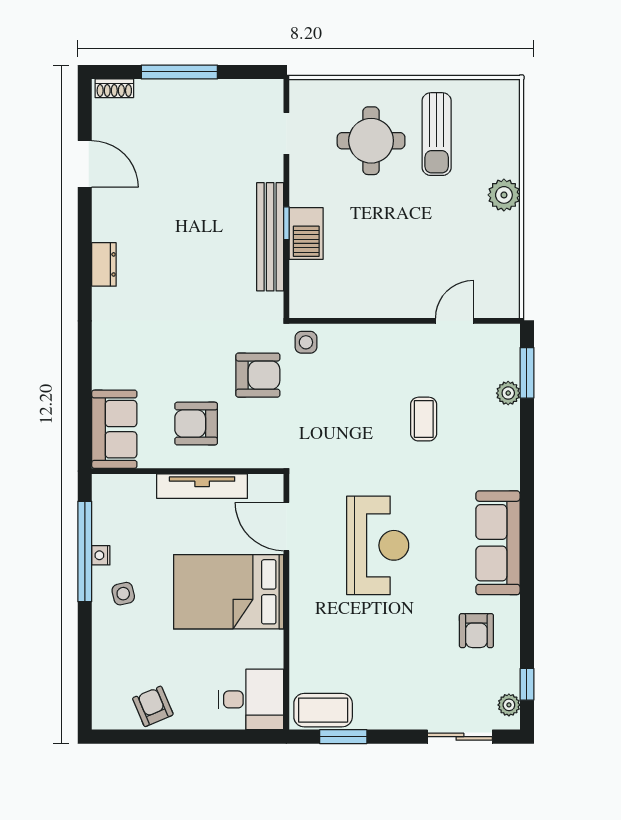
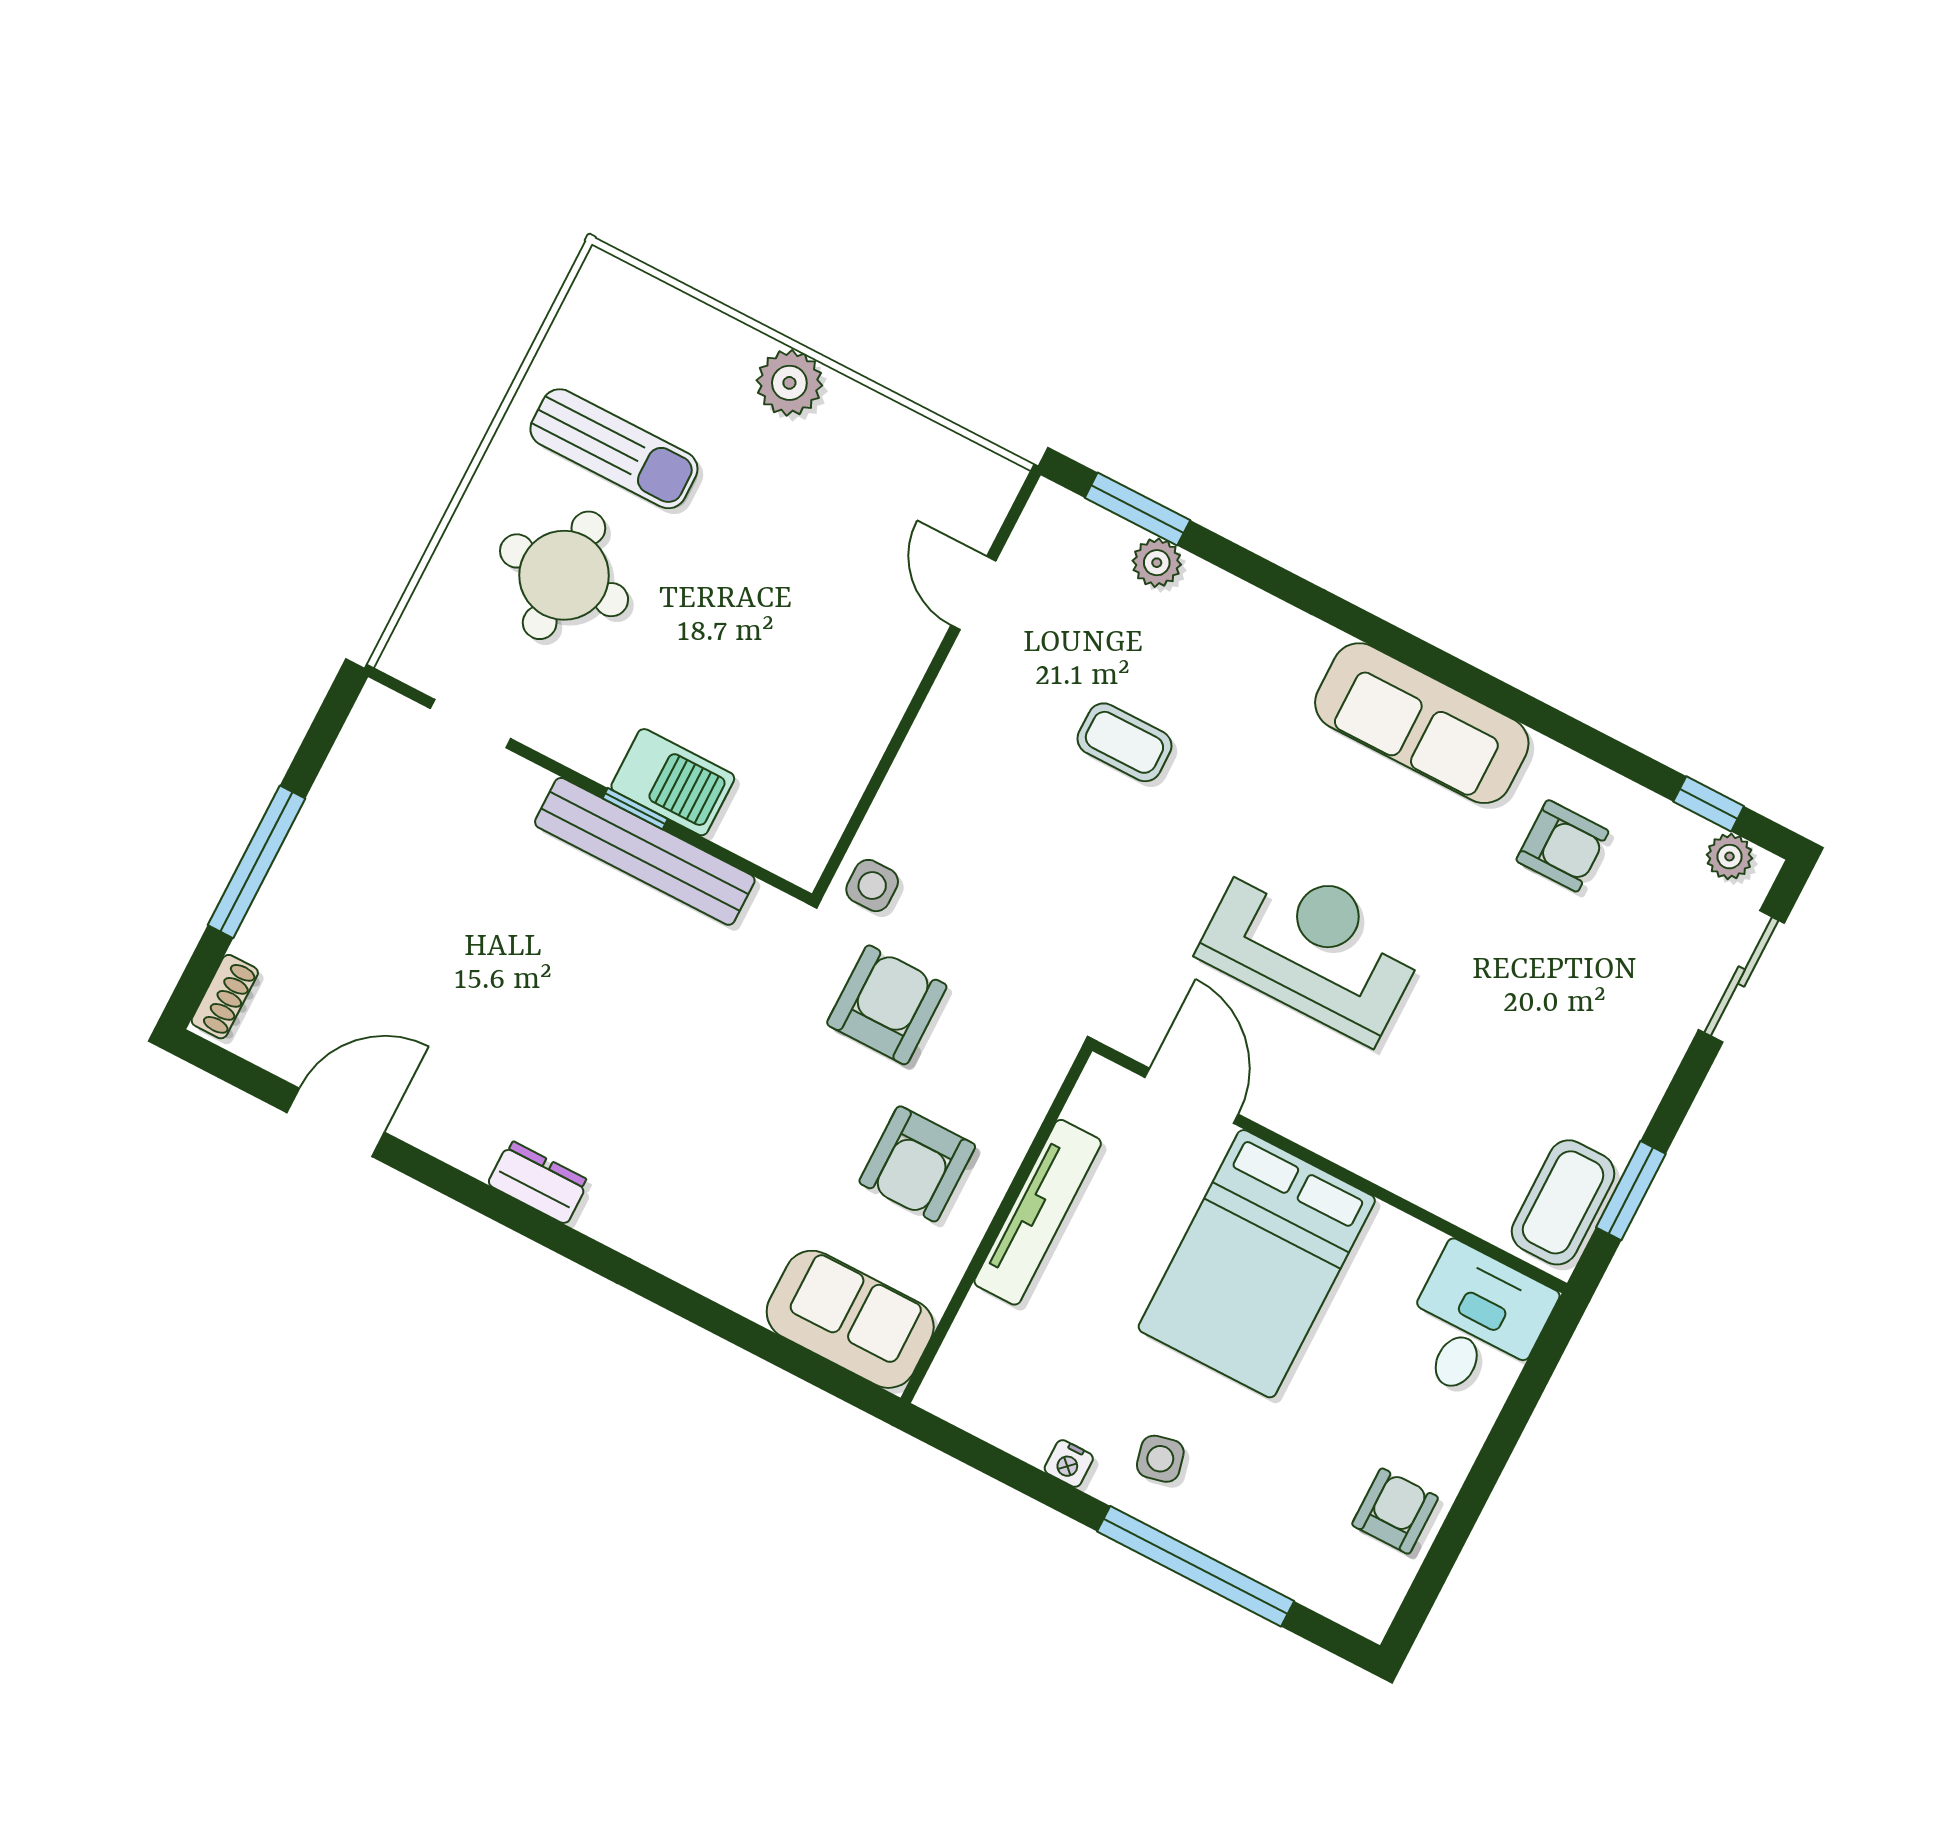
door: (286, 527) -> (1192, 1096), swing flipped
window: (85, 552) -> (1196, 1566), moved
armchair: (153, 706) -> (1395, 1511), turned 113

